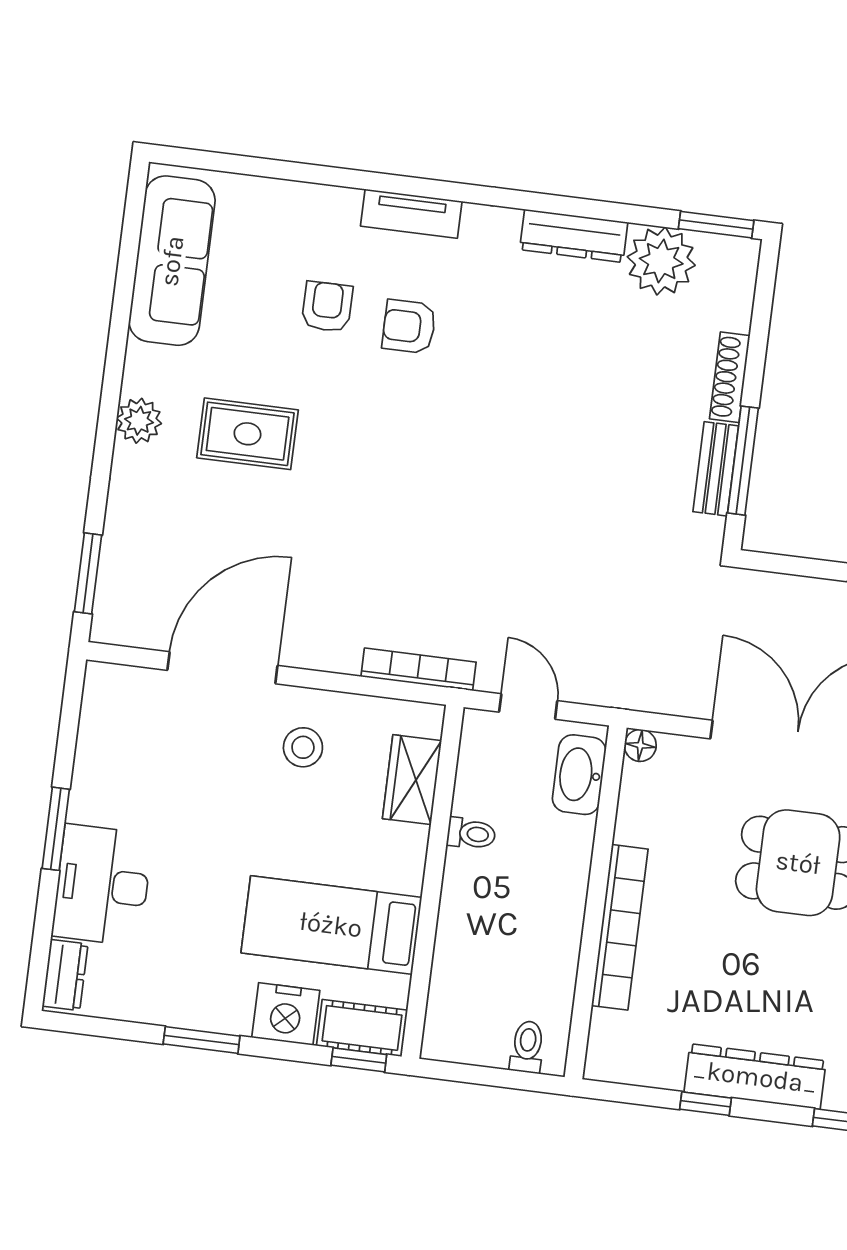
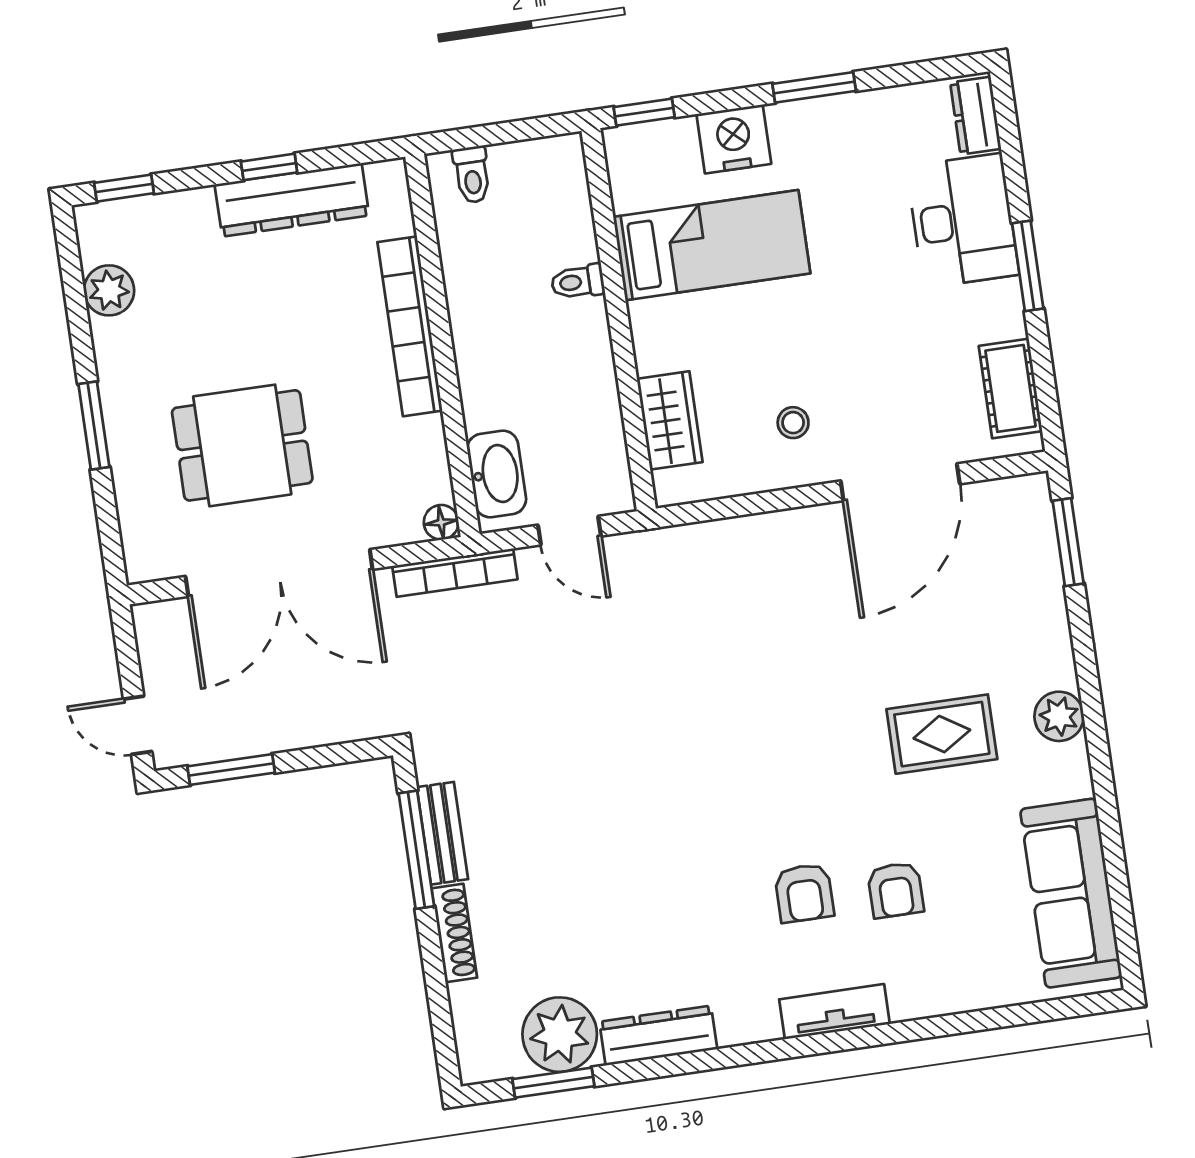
window: (716, 225) -> (553, 1083), moved
armchair: (409, 327) -> (804, 893), turned 90
bookcase: (419, 669) -> (455, 573), moved
stool: (303, 747) -> (793, 423), width x0.73, depth x0.73
toilet: (471, 834) -> (578, 282), moved
cot: (362, 1028) -> (1011, 388), moved, turned 90
dresser: (755, 1077) -> (292, 200), moved

